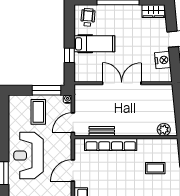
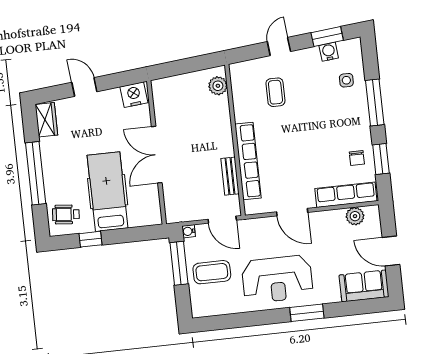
hospital bed: (94, 44) -> (108, 192), width x1.37, depth x1.29
window: (69, 55) -> (90, 239), moved
nightstand: (163, 60) -> (134, 95), moved

